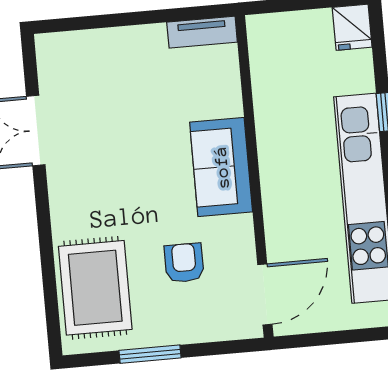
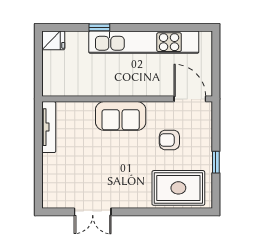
tv unit: (202, 32) -> (49, 127), width x1.41
window: (150, 354) -> (216, 162), width x0.67

